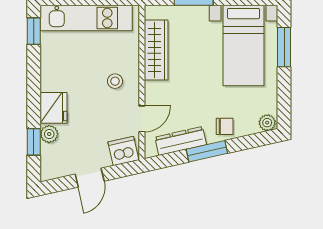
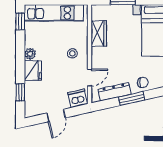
wardrobe: (156, 50) -> (99, 33), width x0.67
plant: (49, 134) -> (30, 54), moved

